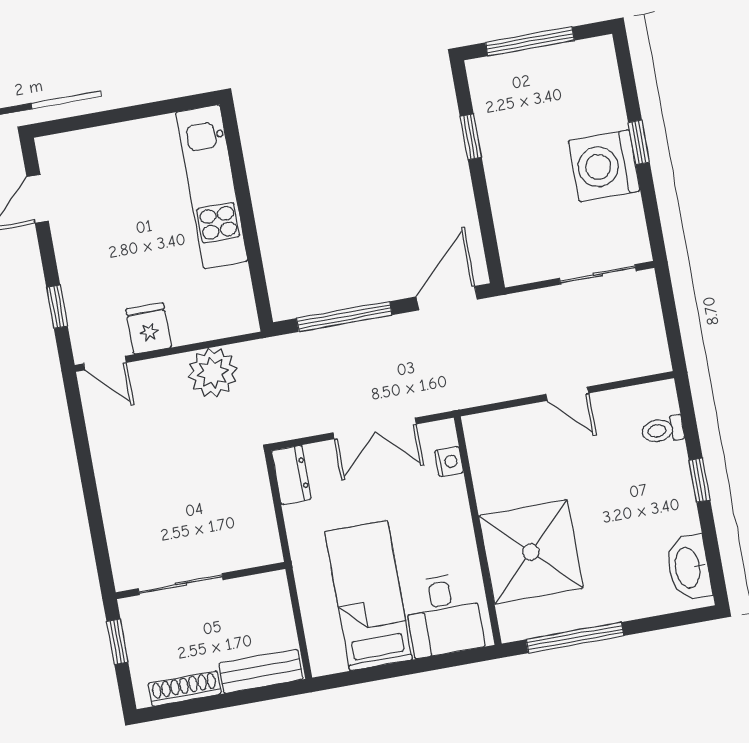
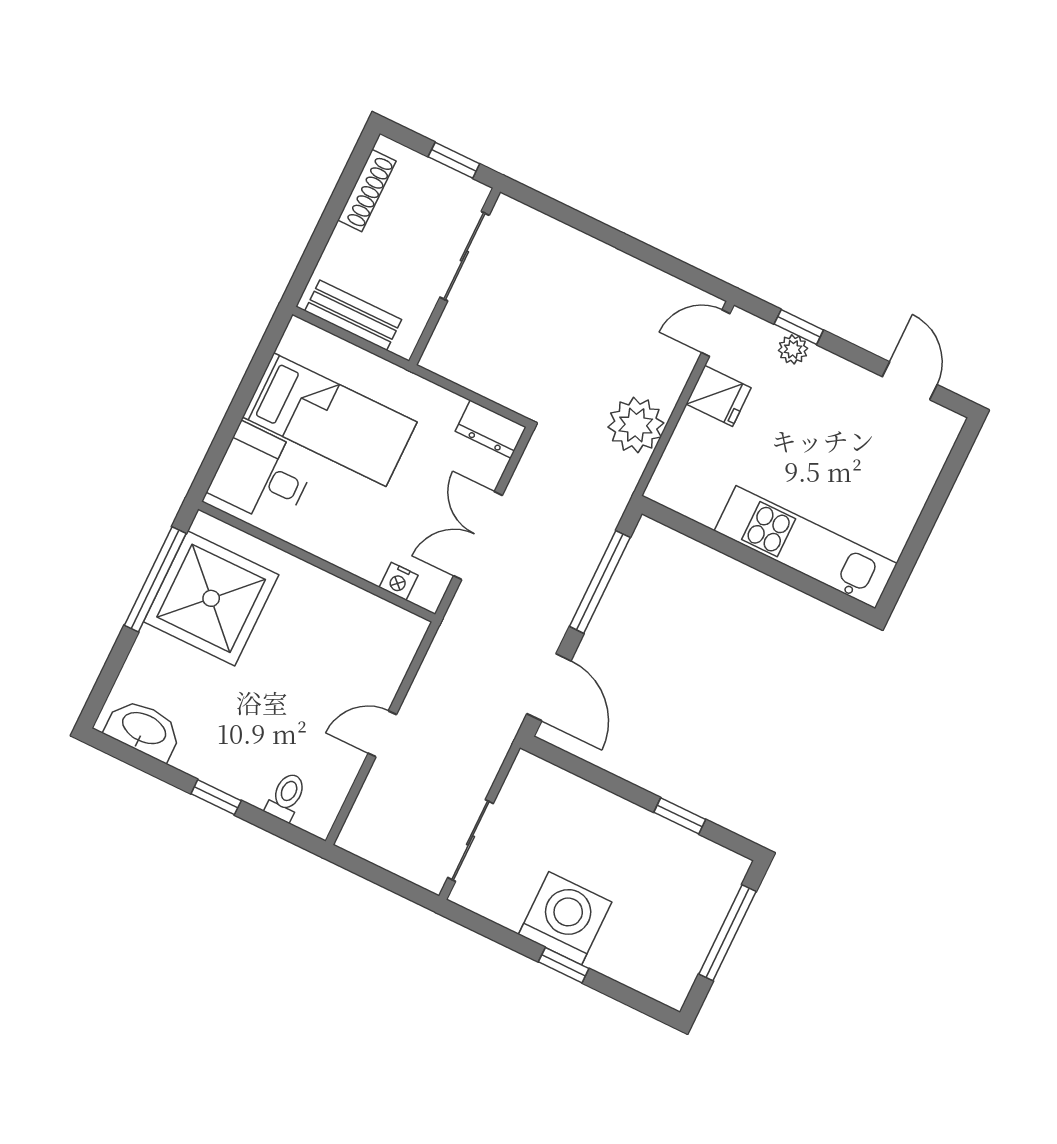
plant: (76, 299) -> (793, 349), added
shower: (531, 552) -> (211, 598), moved
bench: (261, 671) -> (353, 315), moved, turned 90

